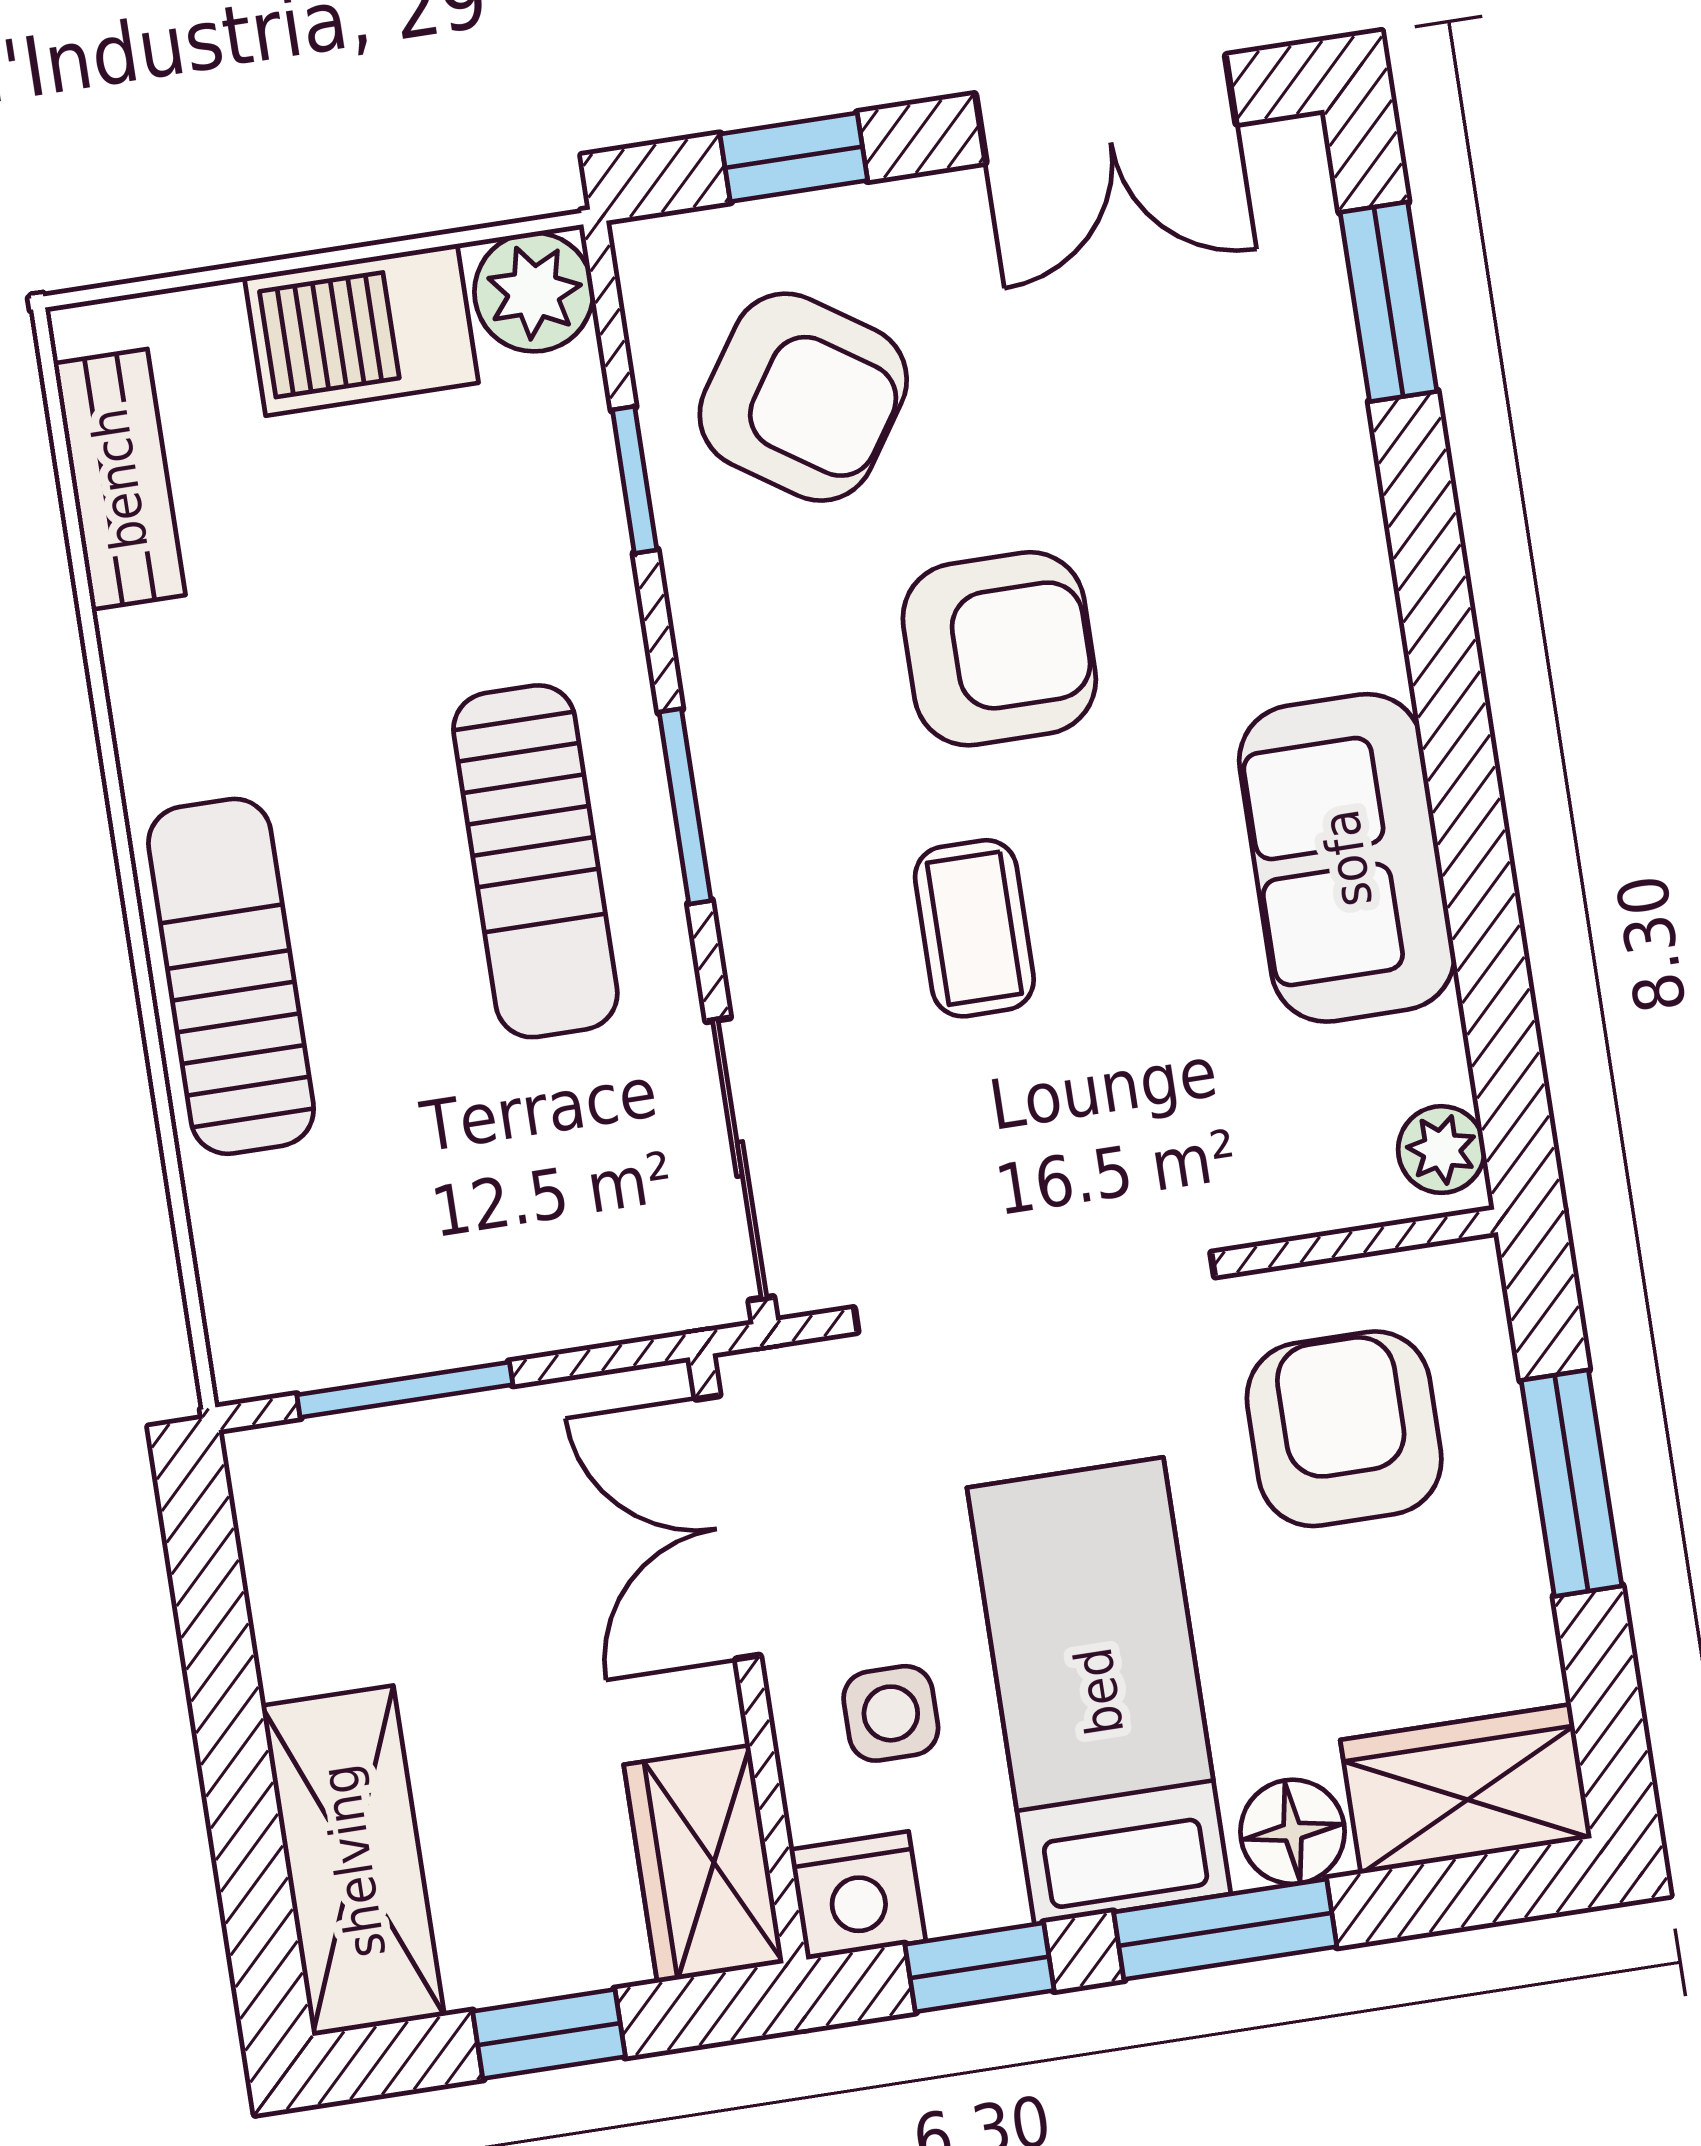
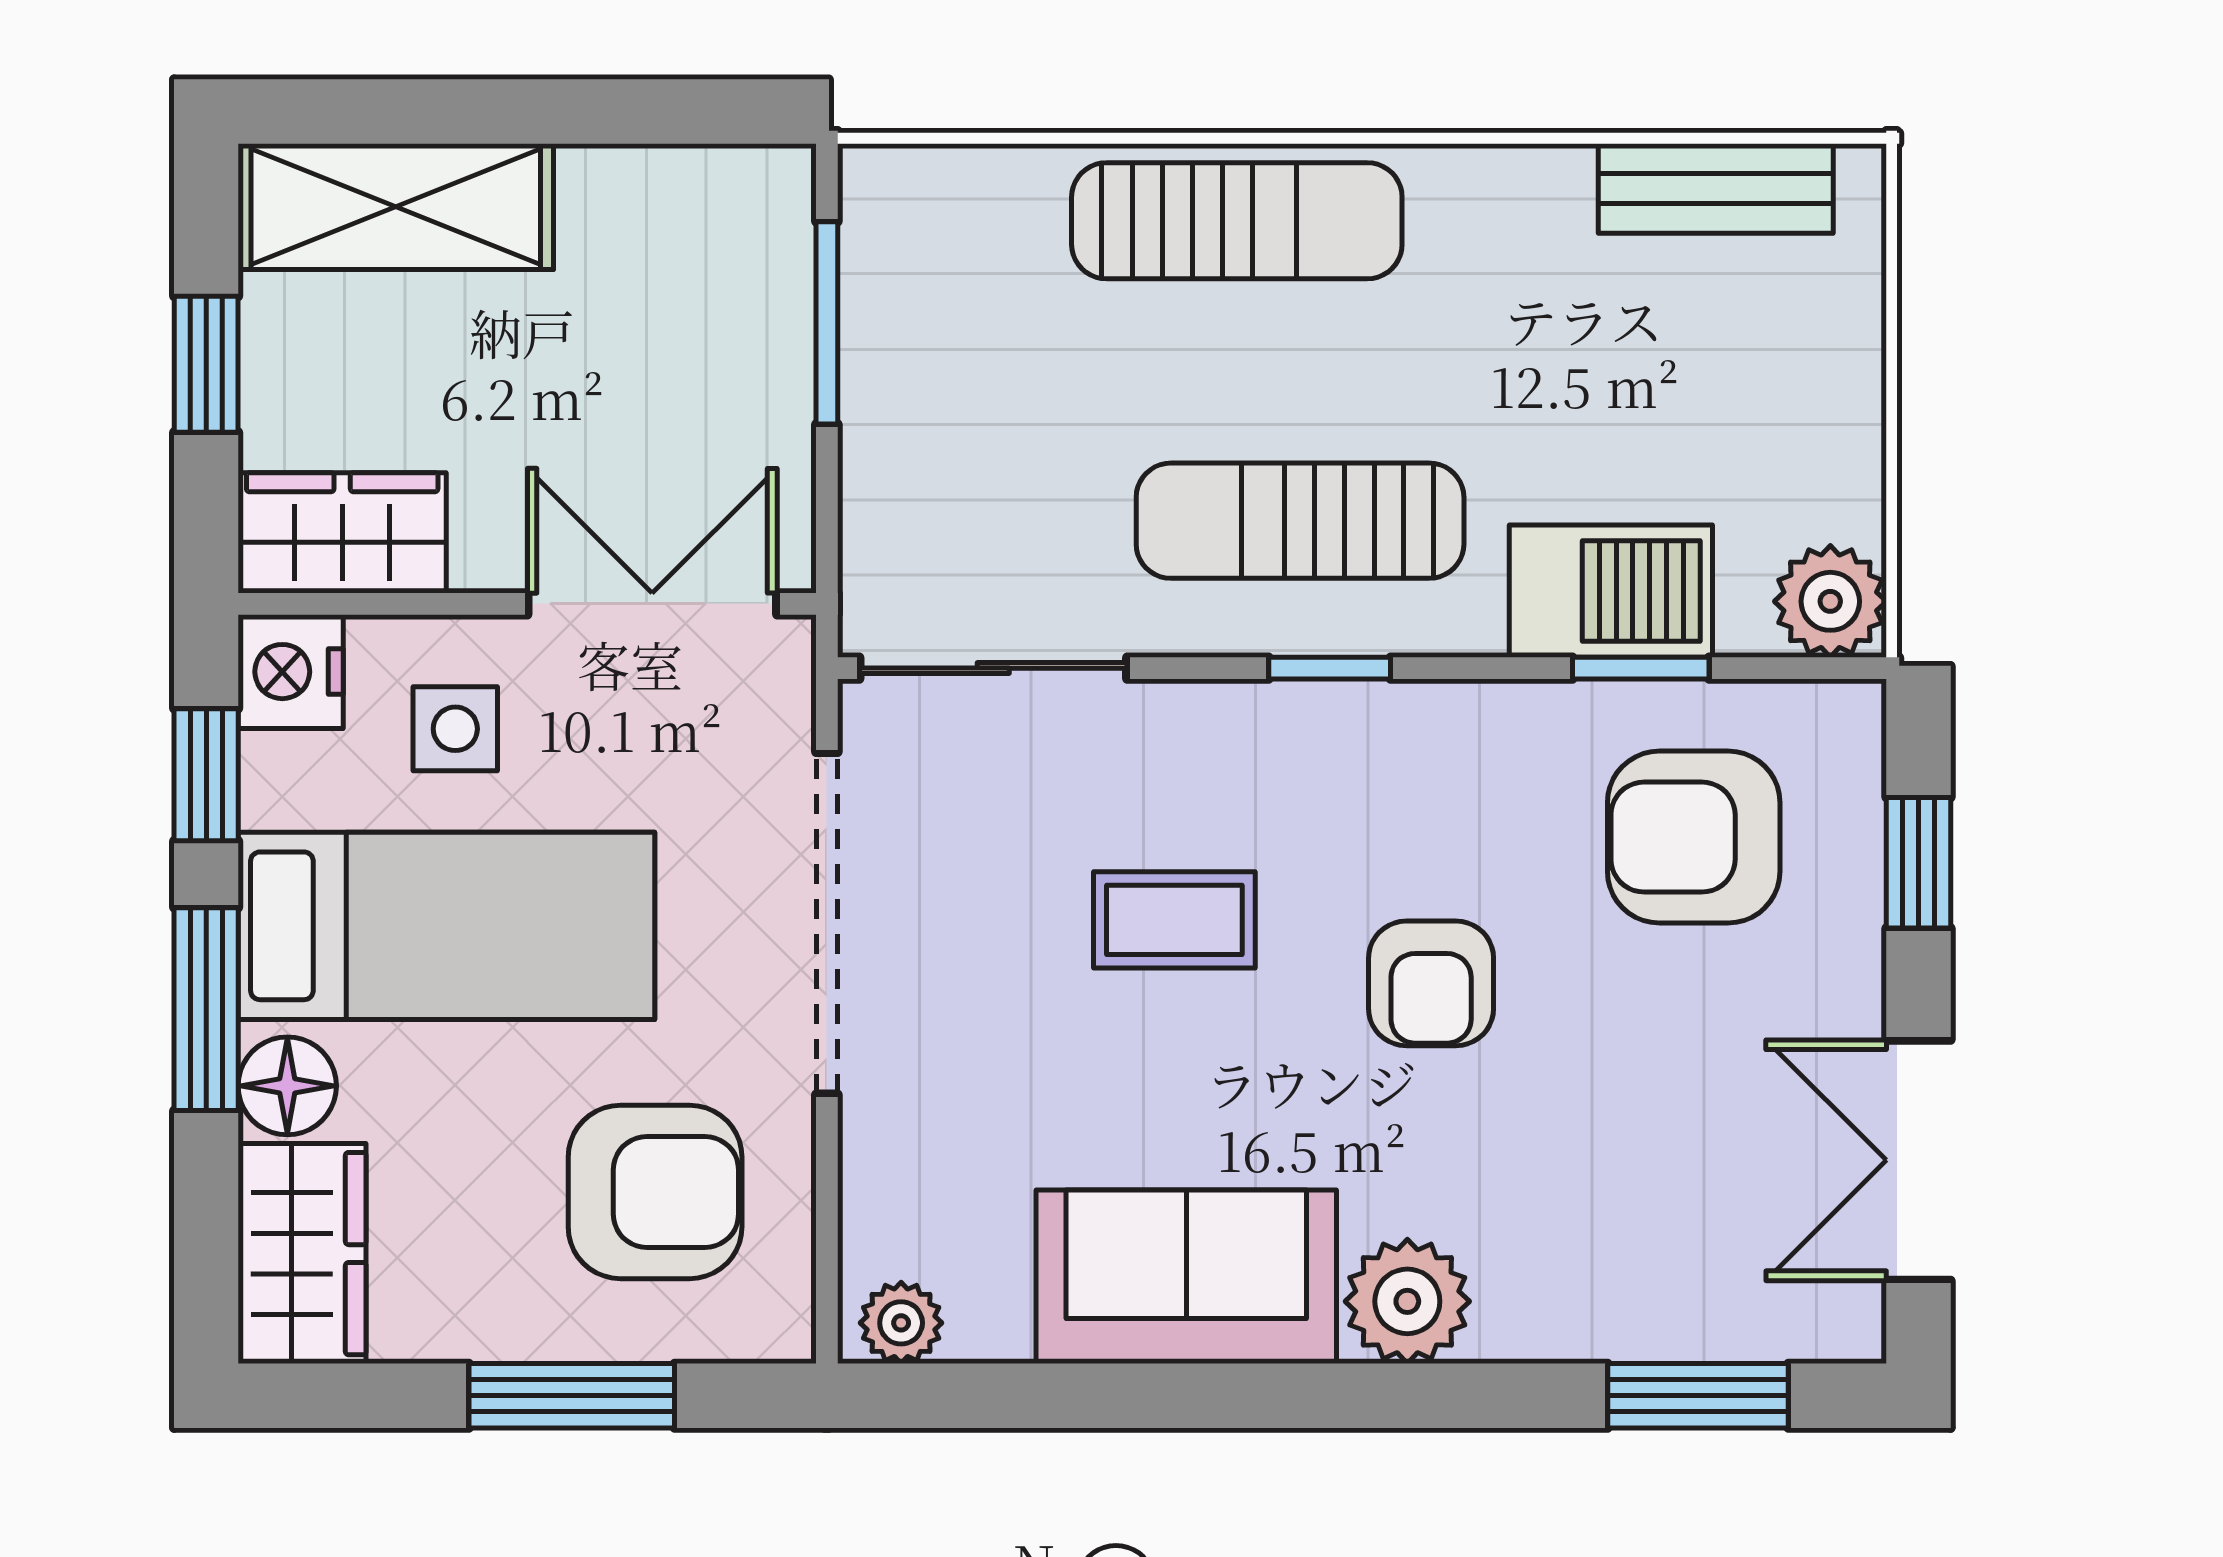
barbecue: (361, 330) -> (1611, 591), moved, turned 90
armchair: (803, 397) -> (1694, 837), turned 56
plant: (1337, 622) -> (1407, 1301), added
armchair: (999, 649) -> (1431, 983), width x0.72, depth x0.72
window: (685, 806) -> (1330, 668), width x0.67

